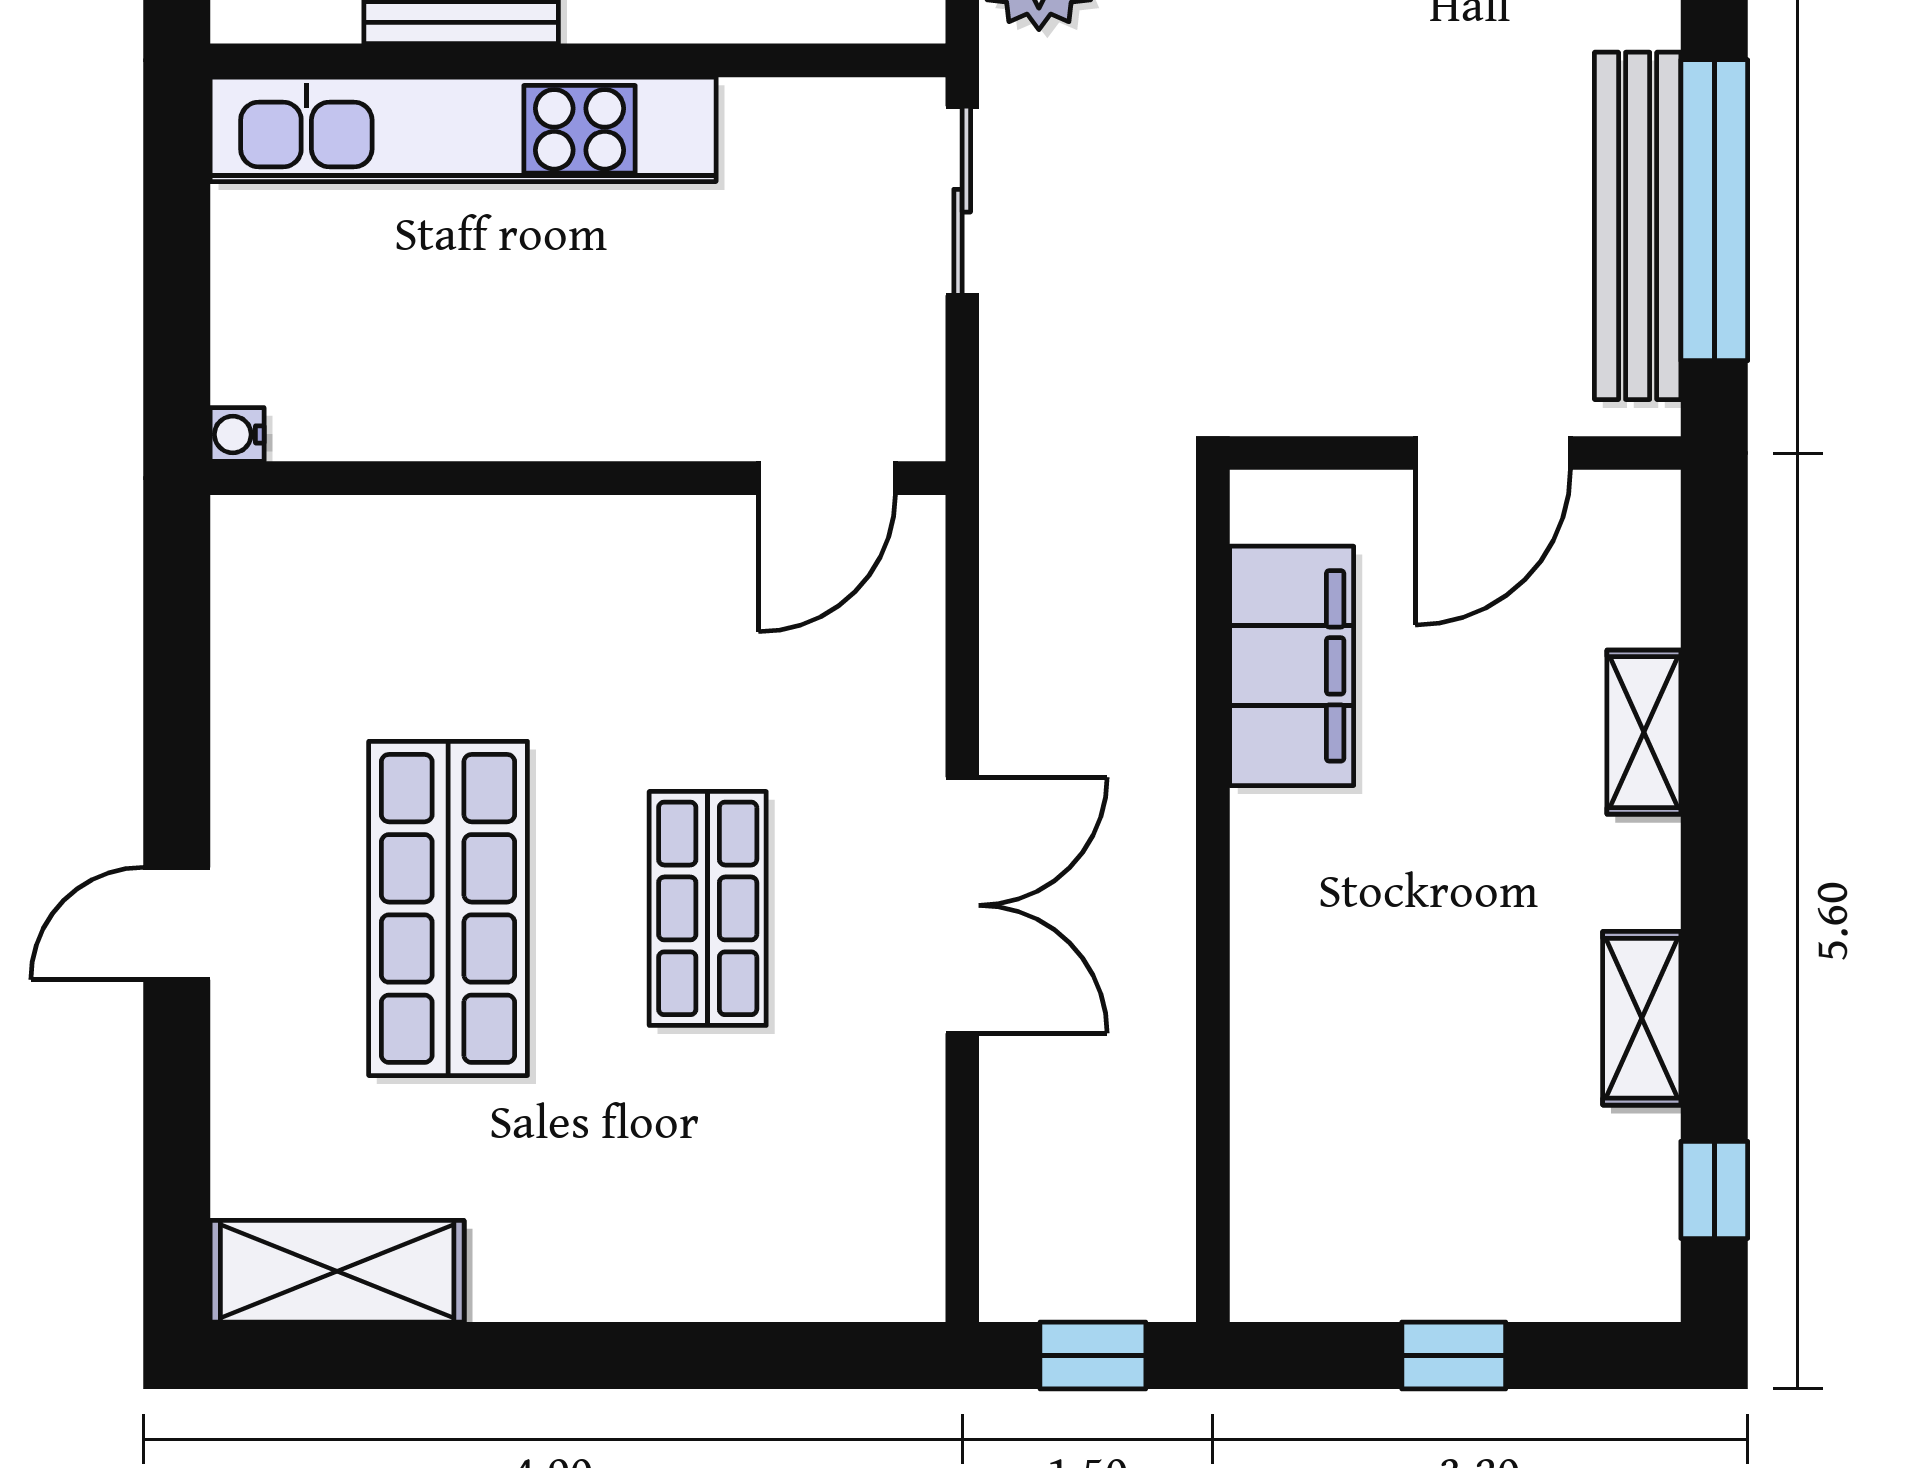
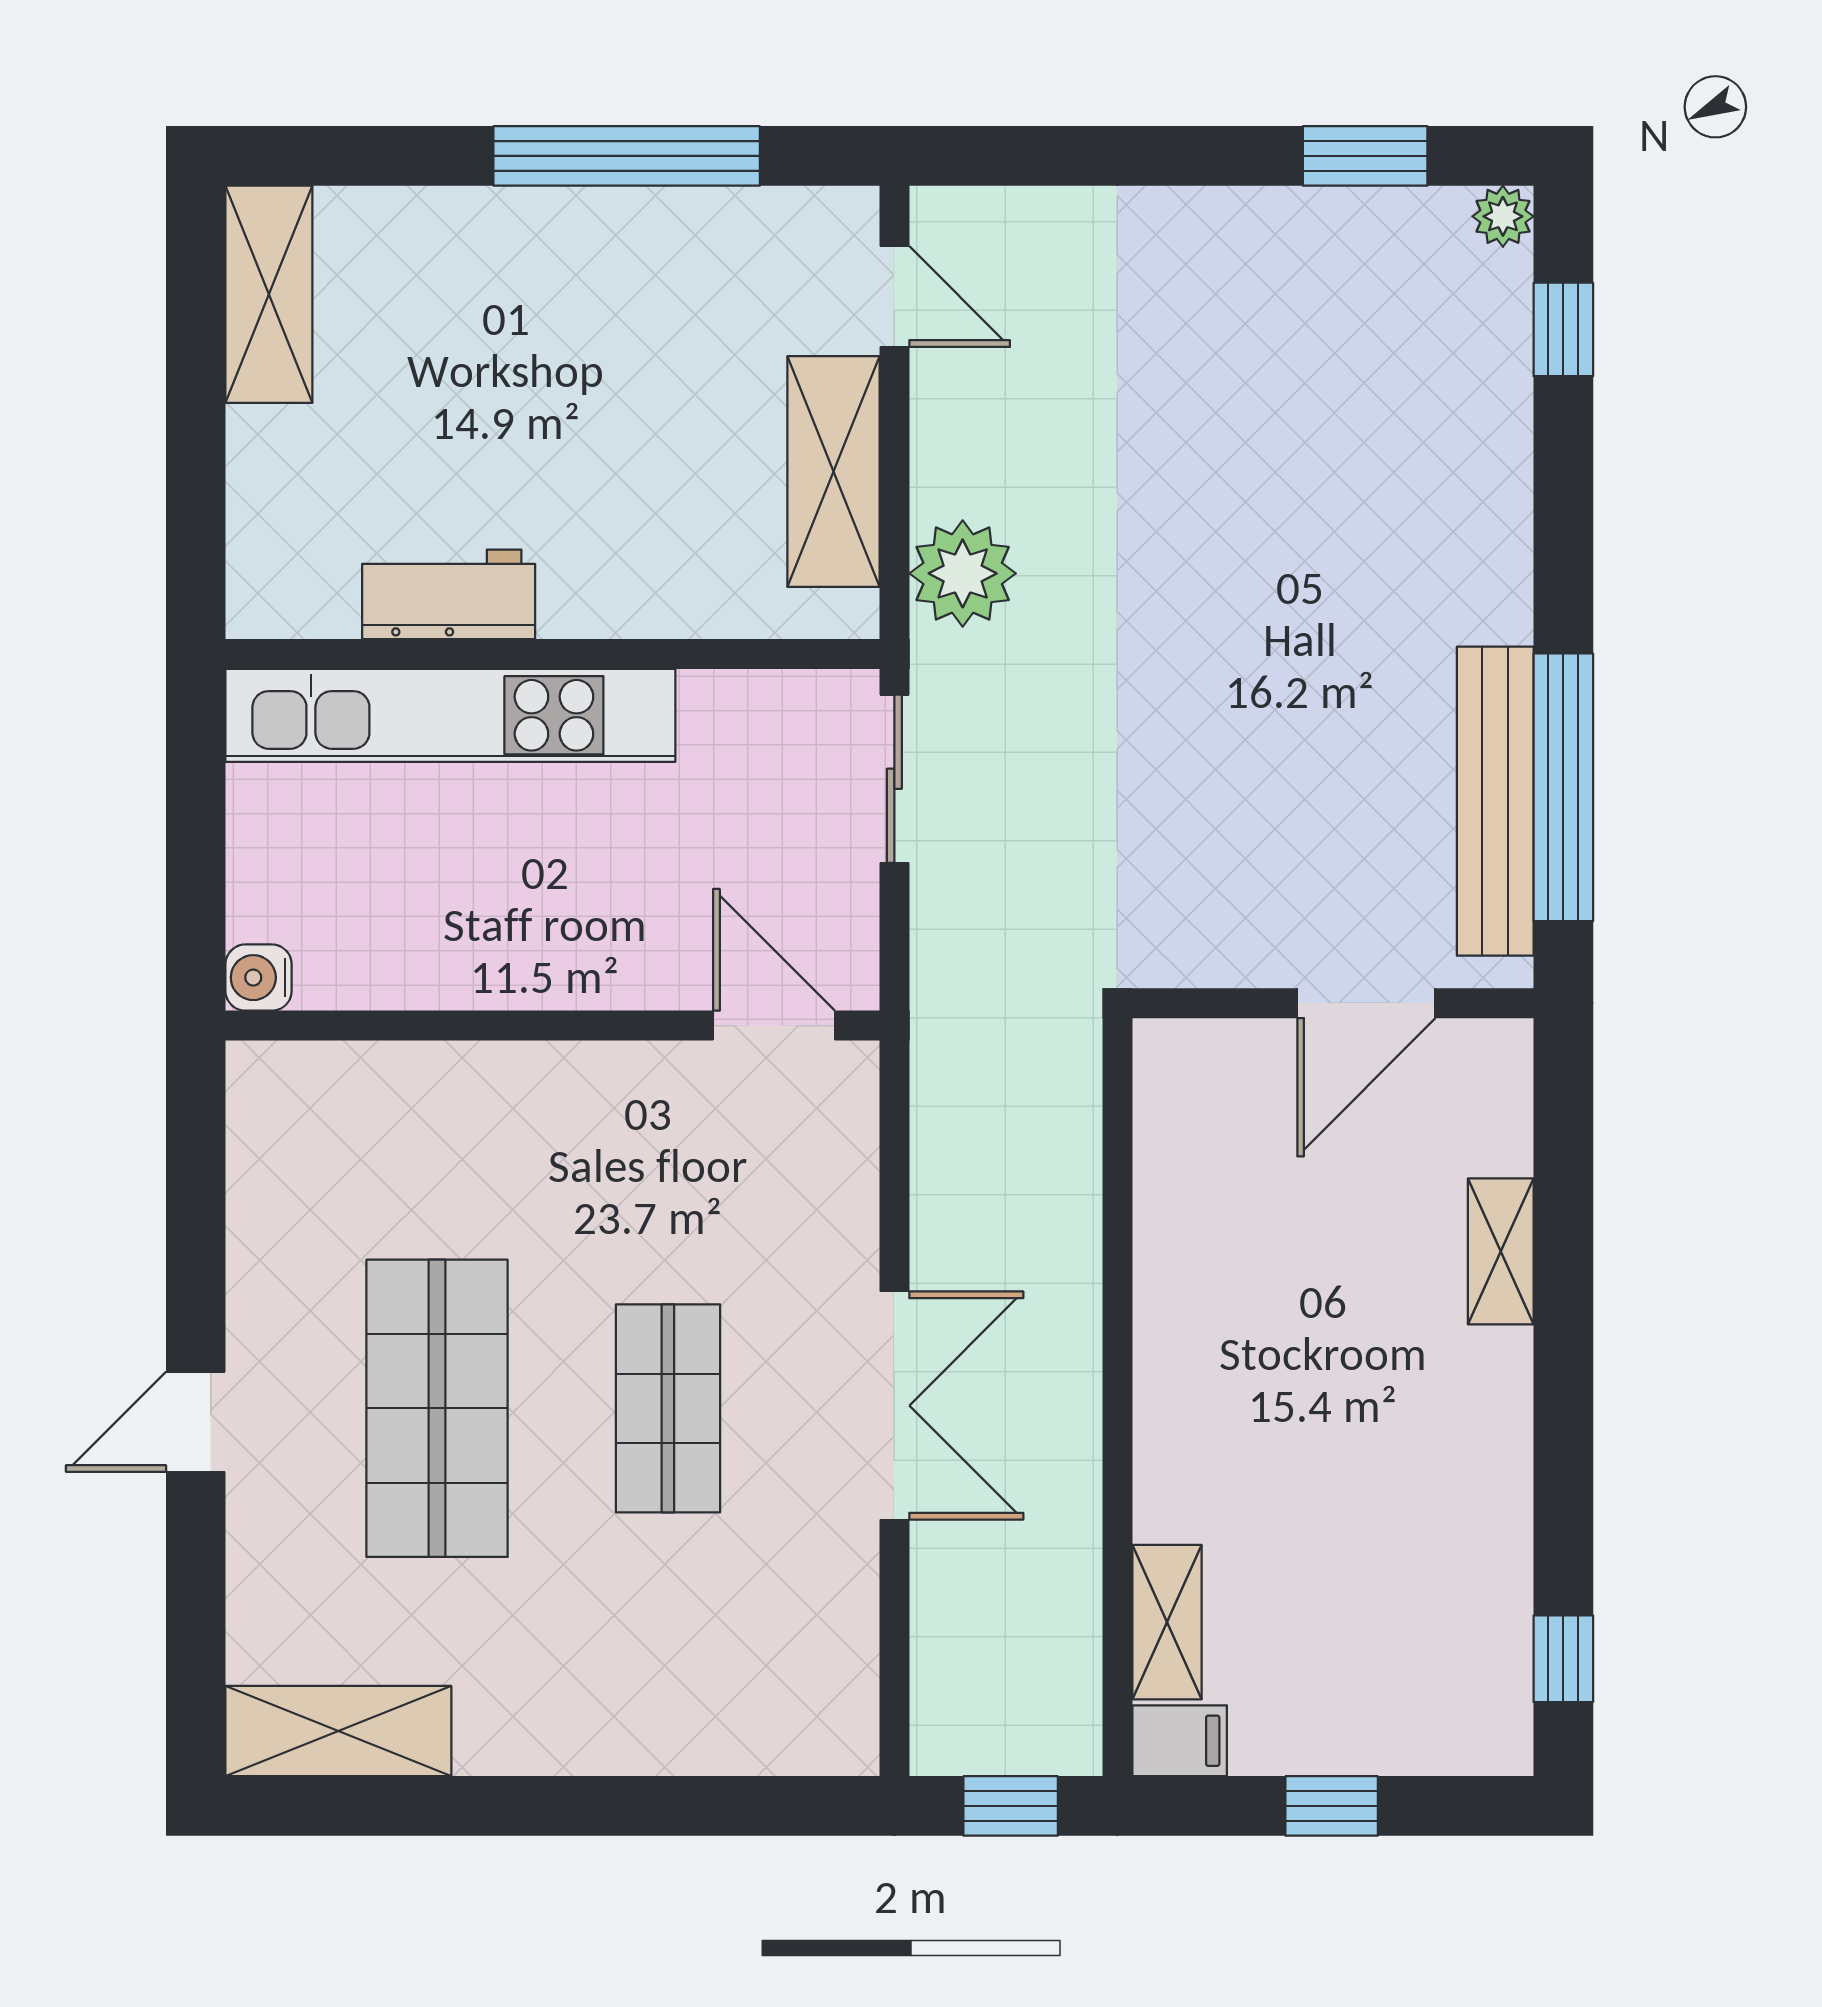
water cooler: (237, 434) -> (259, 978), width x1.38, depth x1.38
door: (827, 478) -> (774, 1026), swing flipped
filing cabinet: (1292, 666) -> (1180, 1741), moved, width x0.33, depth x0.86
shelving: (1642, 1018) -> (1167, 1622), moved

